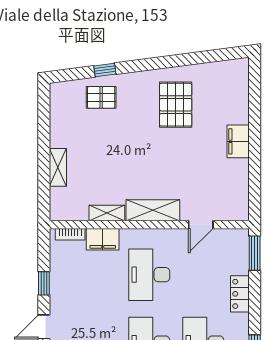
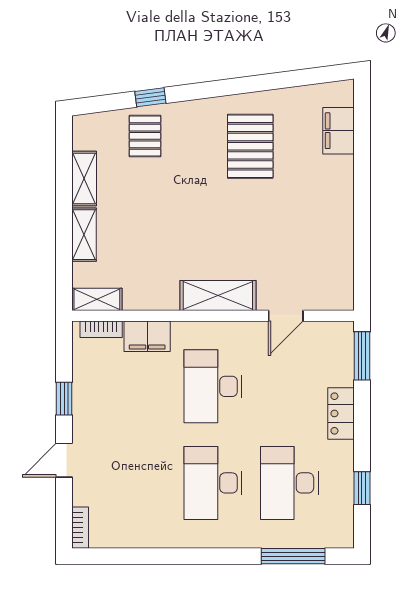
pallet: (101, 97) -> (145, 136), turned 90
shelving: (58, 128) -> (84, 178), added
filing cabinet: (238, 141) -> (339, 131), moved
shelving: (107, 213) -> (97, 299), moved

